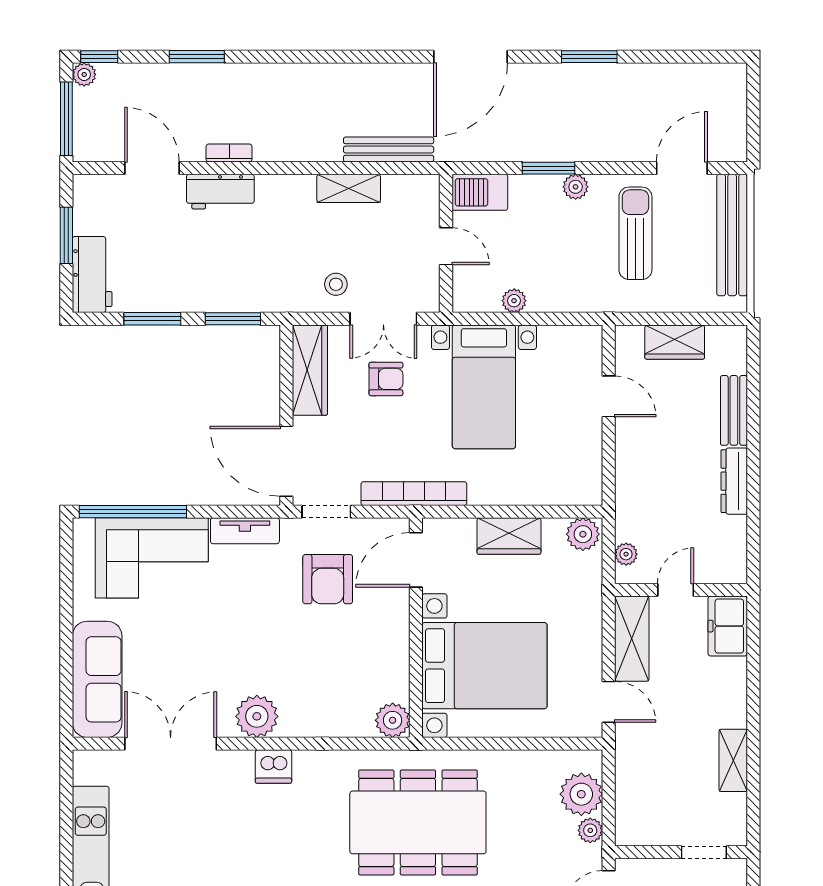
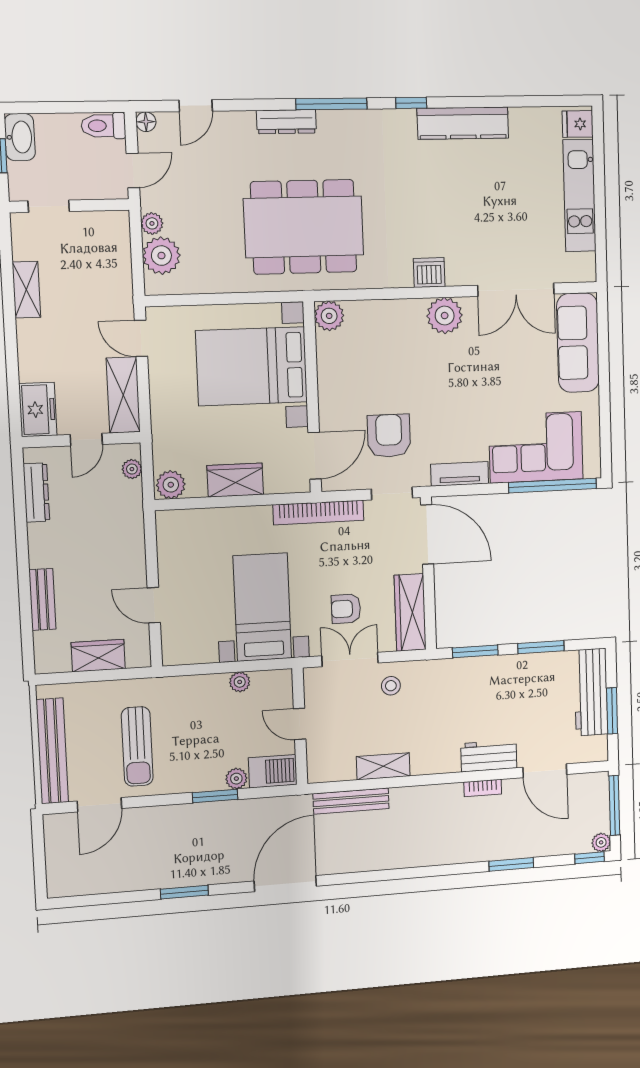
plant: (576, 187) -> (236, 779), moved
workbench: (92, 275) -> (591, 692), width x1.38
dresser: (734, 481) -> (36, 493), moved

